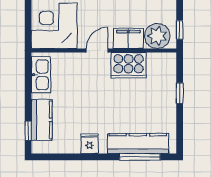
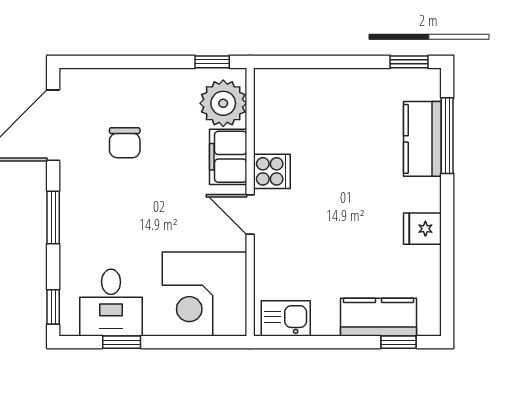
cooker: (129, 65) -> (272, 171), width x0.53, depth x0.76
kitchen sink: (41, 75) -> (286, 318), width x0.73
window: (180, 93) -> (409, 62), moved
kitchen counter: (138, 144) -> (422, 139), width x0.67

